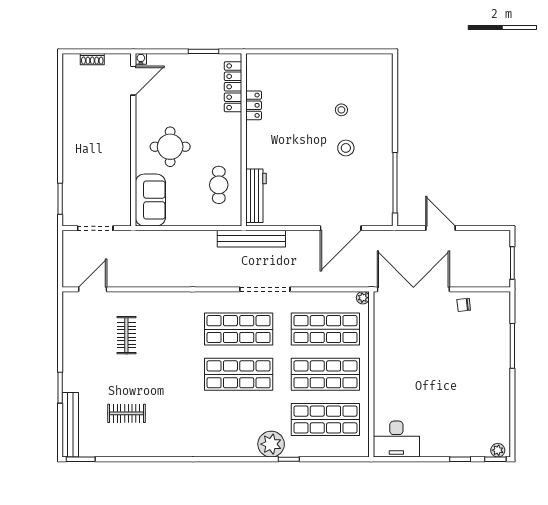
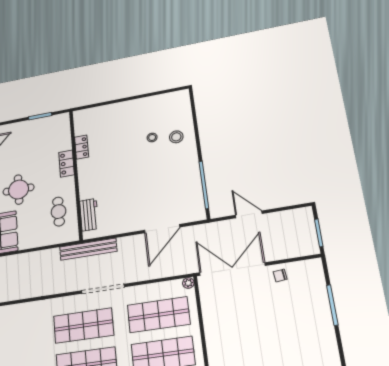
locker: (233, 87) -> (67, 163), moved, width x0.66
stool: (346, 148) -> (176, 137), moved
workbench: (256, 196) -> (89, 215), width x0.73

